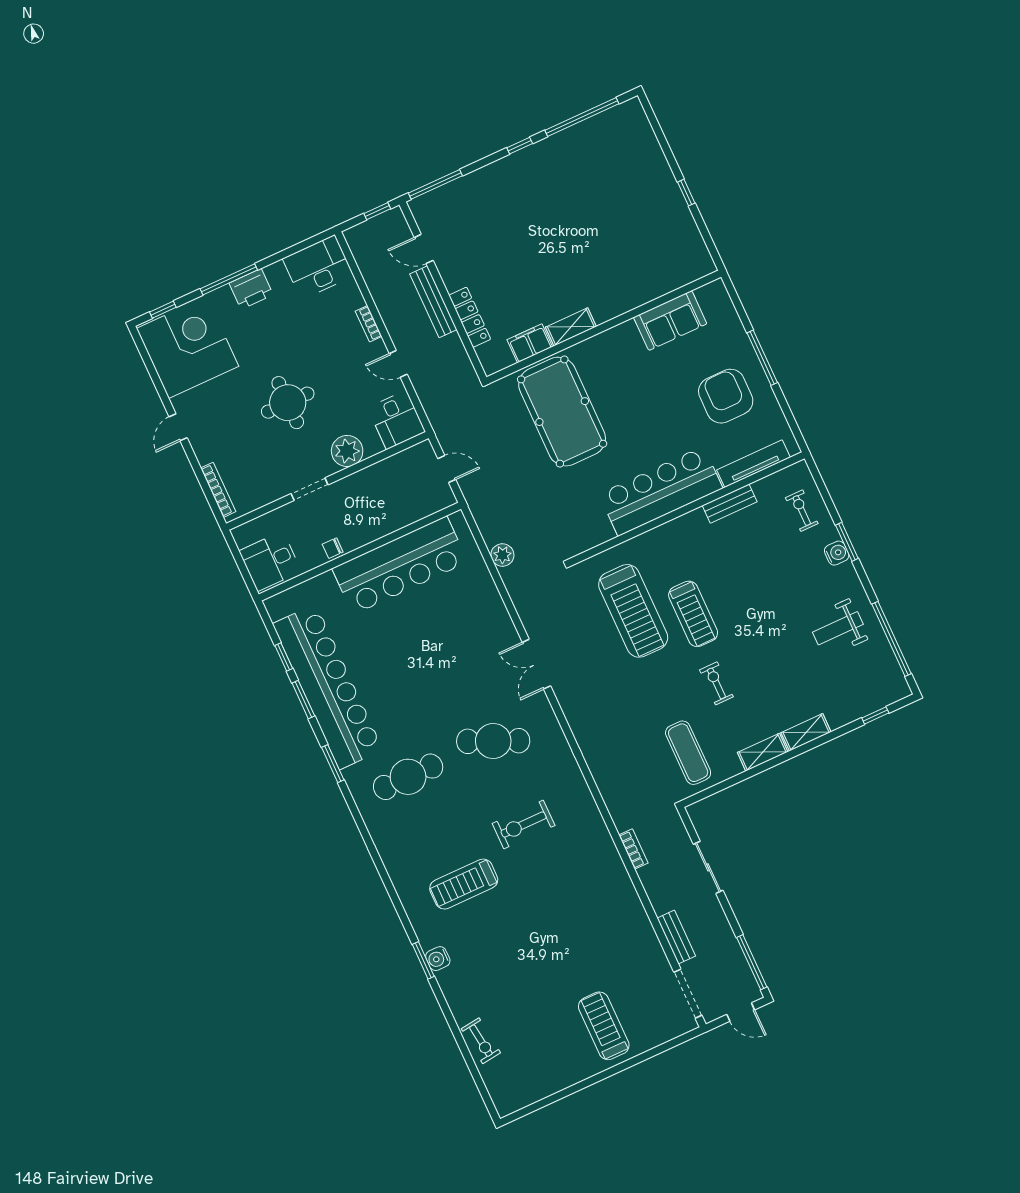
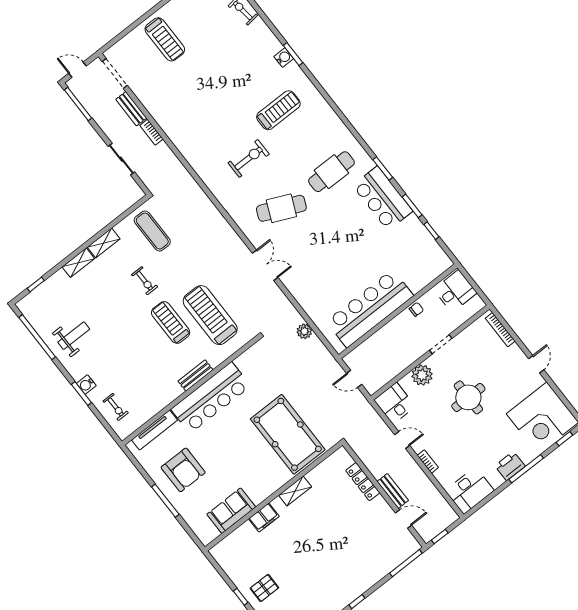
pallet: (649, 197) -> (264, 588), added
bench: (433, 302) -> (393, 491), width x0.73
filing cabinet: (530, 343) -> (264, 518), moved
bench: (730, 504) -> (195, 375), moved
bar counter: (328, 687) -> (383, 198), width x0.54
bookcase: (633, 849) -> (151, 132), moved

